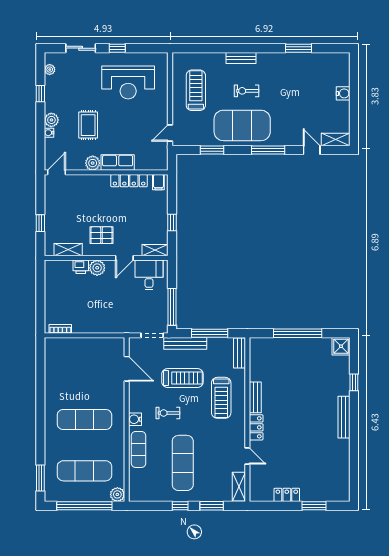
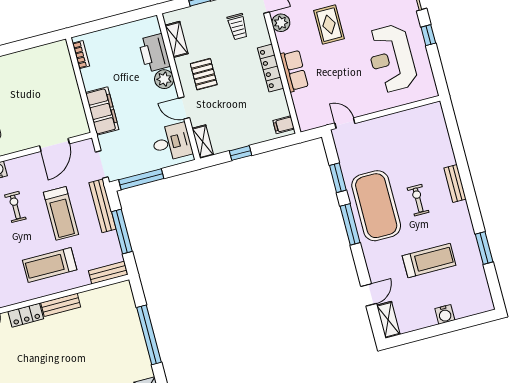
treadmill: (196, 90) -> (429, 260), moved
rug: (88, 125) -> (329, 25), turned 90
window: (268, 150) -> (350, 224), moved
plant: (93, 163) -> (281, 23), moved
locker: (129, 181) -> (271, 68), moved
trolley: (71, 198) -> (238, 27), added
printer: (81, 267) -> (154, 53), width x1.87, depth x1.48
filing cabinet: (110, 324) -> (102, 111), added

